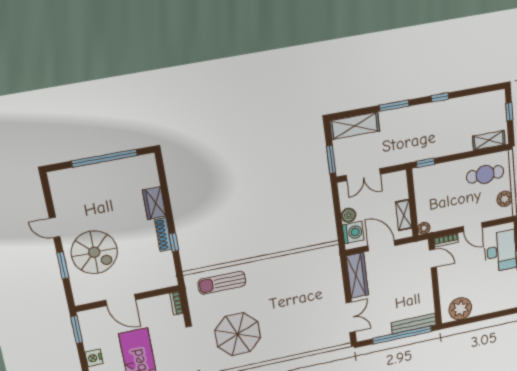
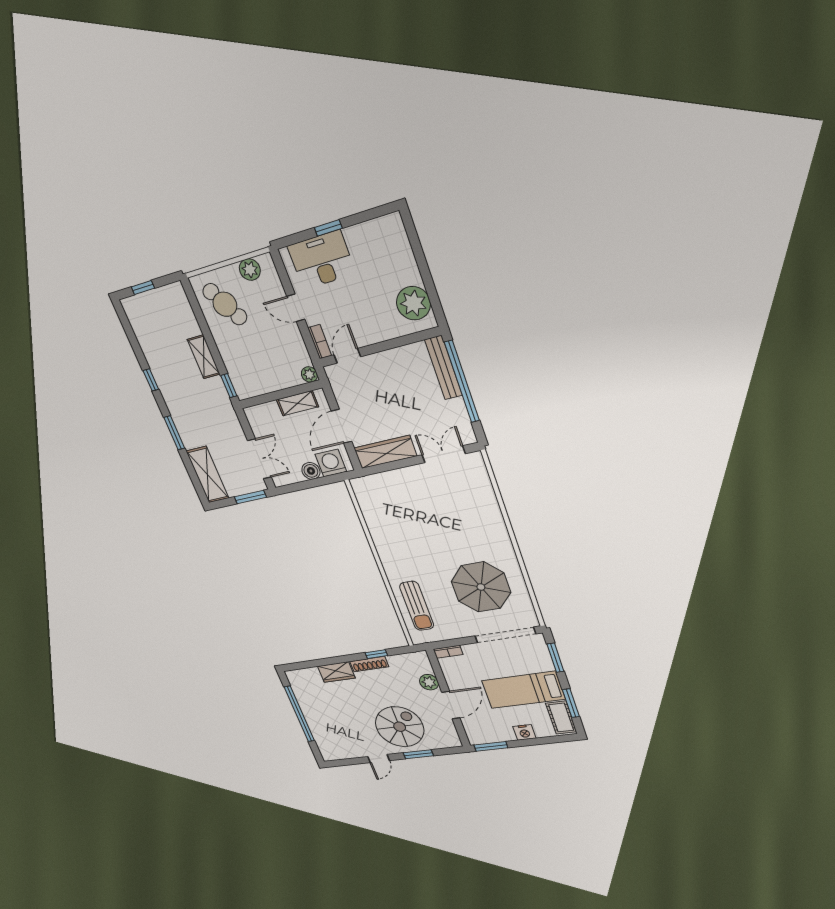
shelving: (489, 140) -> (204, 357), moved
cafe table: (485, 174) -> (225, 304), turned -30
door: (473, 227) -> (296, 308), swing flipped
plant: (145, 284) -> (429, 682), added

